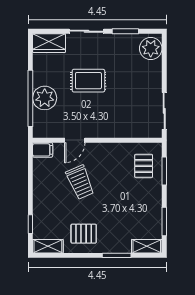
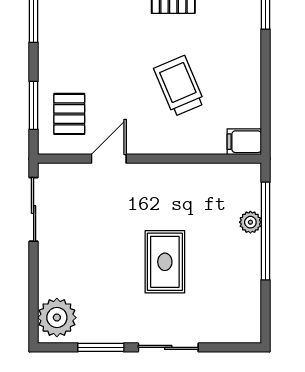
wardrobe: (49, 43) -> (233, 327), removed
rug: (88, 81) -> (165, 262), turned 90
plant: (45, 98) -> (250, 222), width x0.53, depth x0.53
door: (75, 140) -> (109, 159), moved

